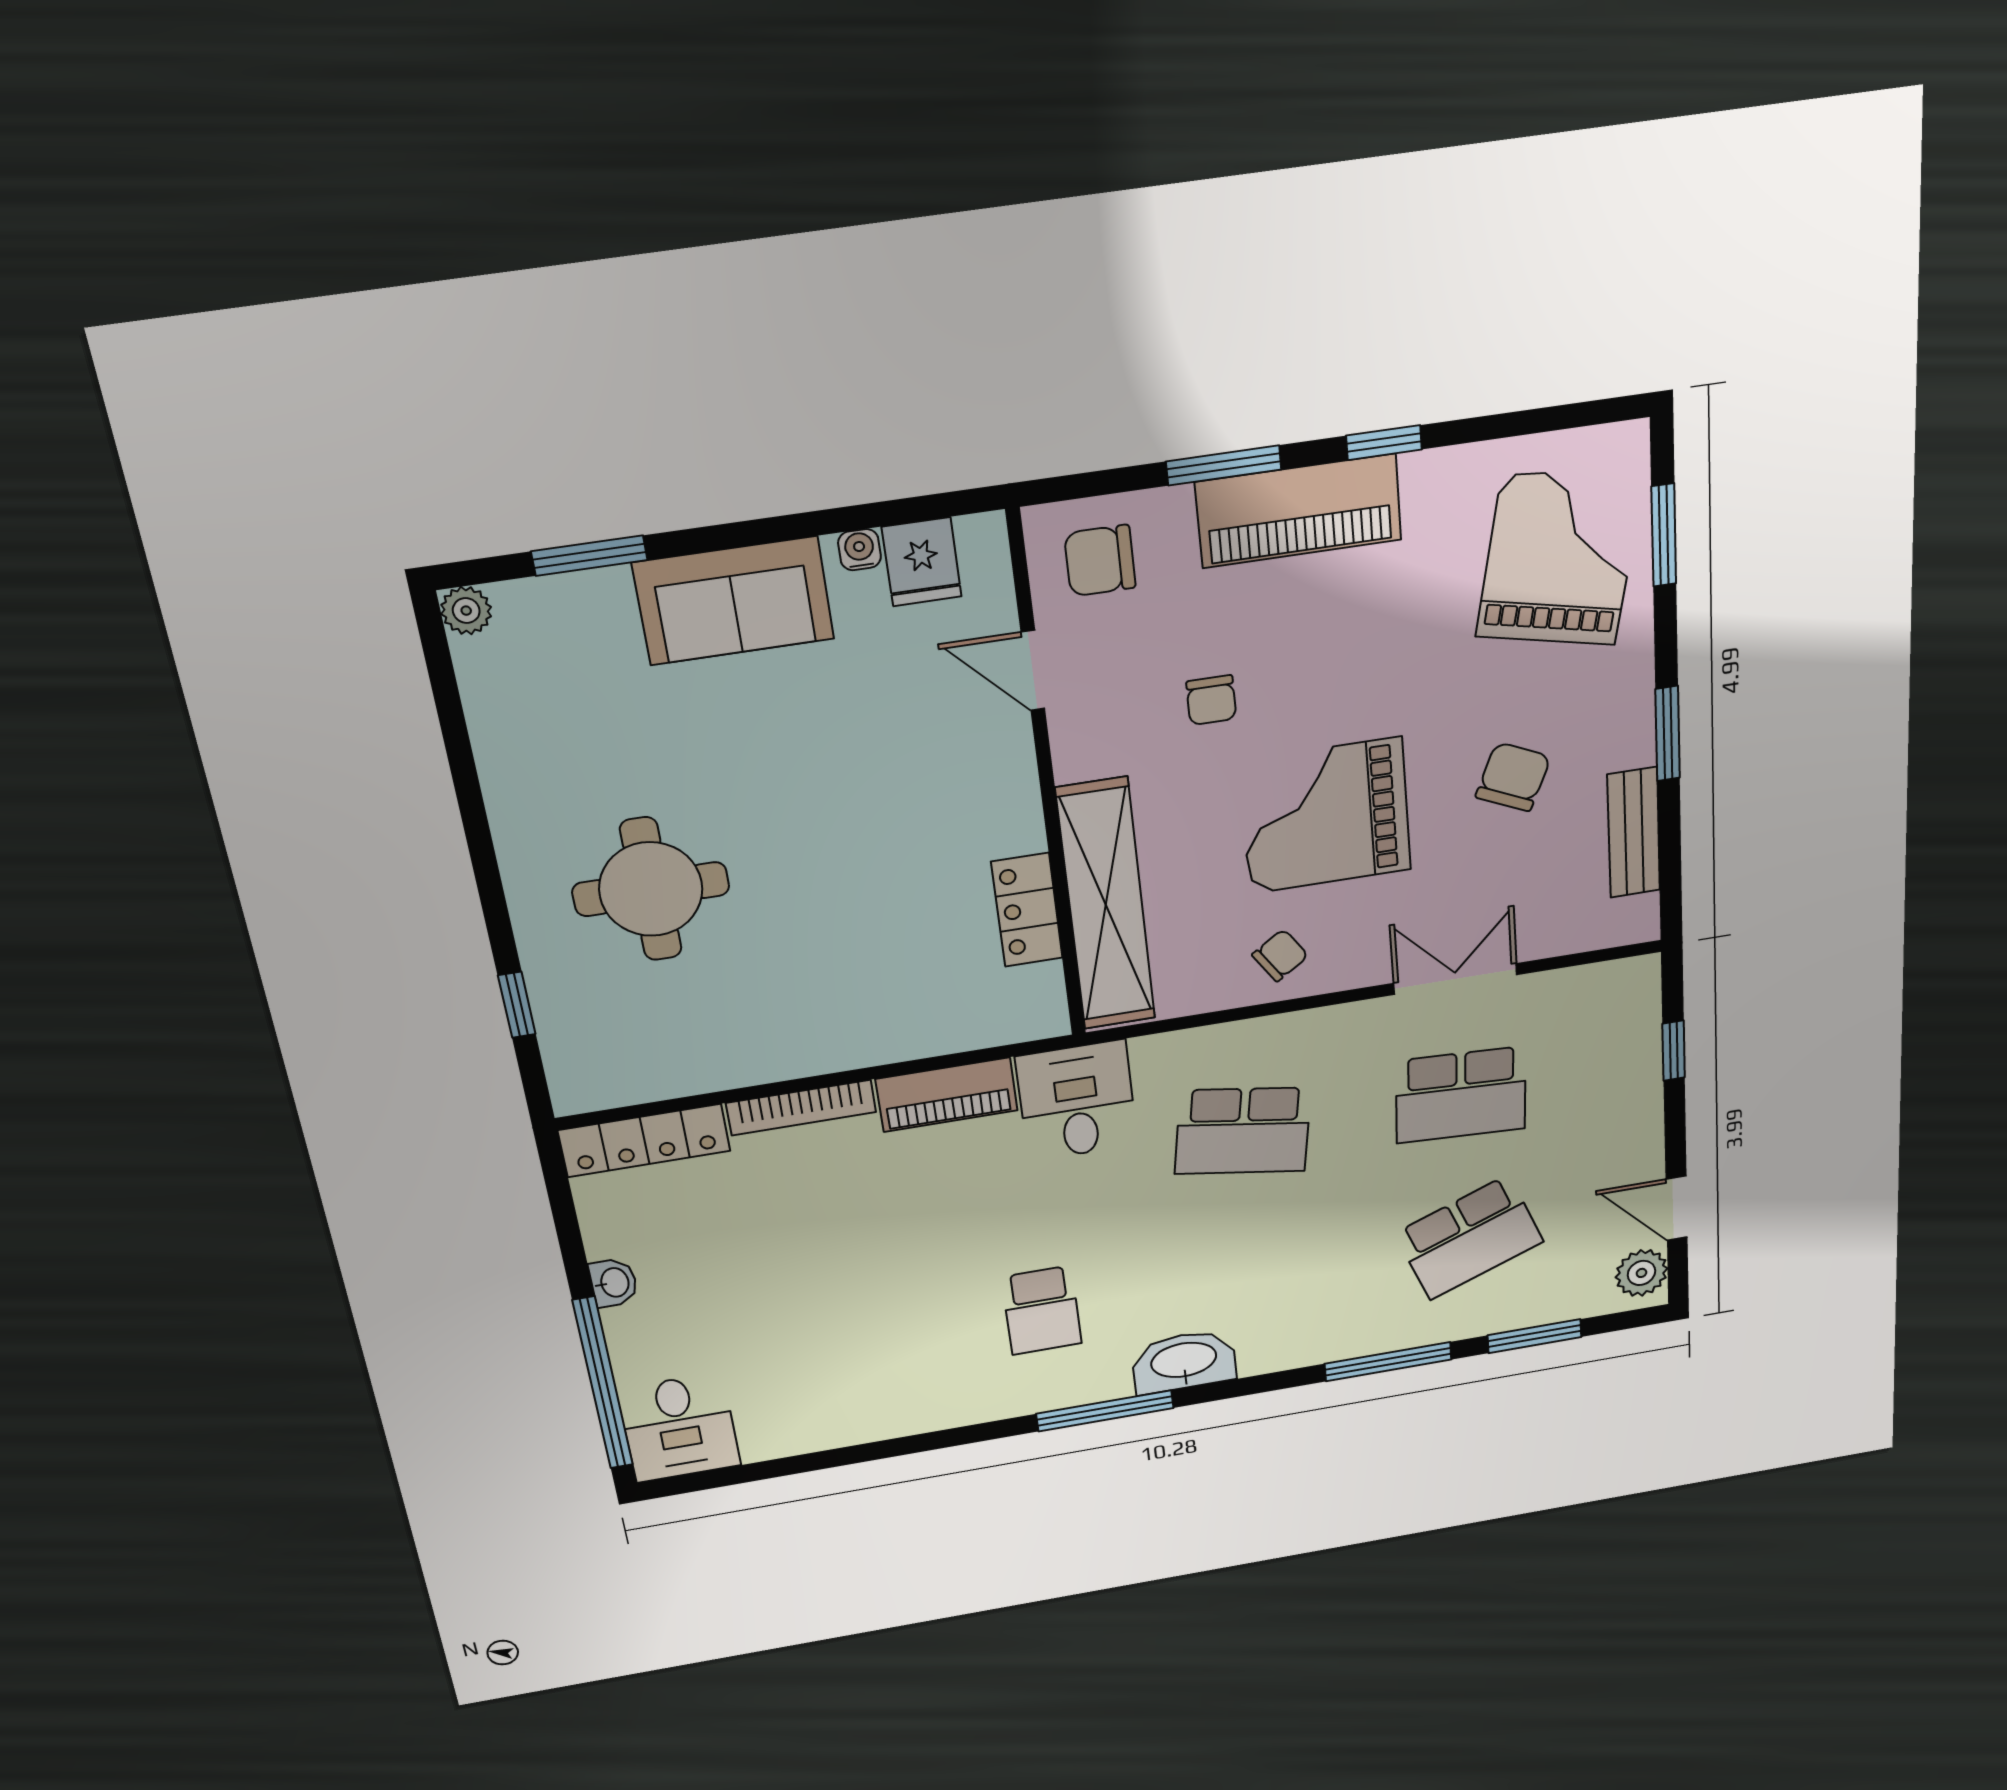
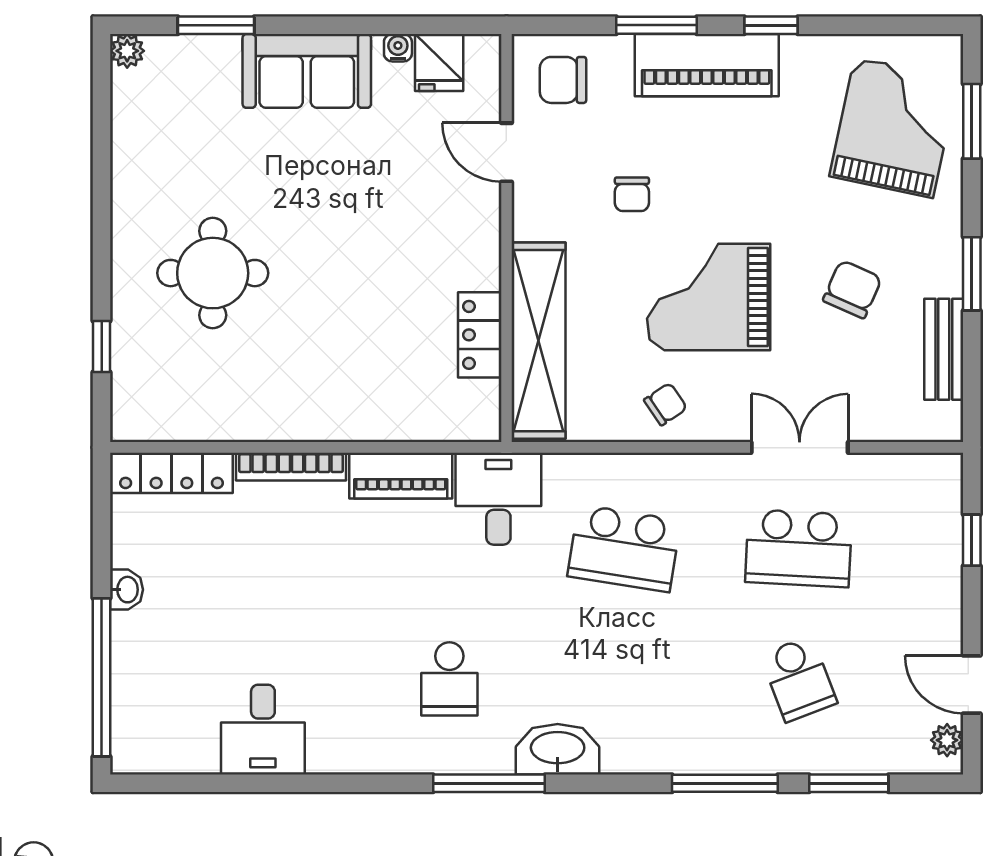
school desk: (1469, 1238) -> (799, 679), width x0.54
plant: (1642, 1273) -> (947, 740), width x0.73, depth x0.73
desk: (679, 1428) -> (263, 730), moved

